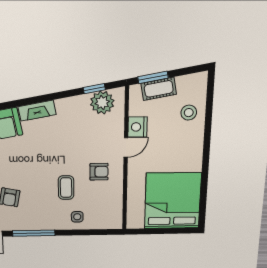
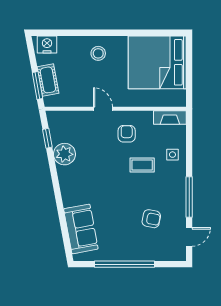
plant: (102, 103) -> (64, 154), moved
fireplace: (37, 111) -> (170, 118), moved, turned 101
stool: (189, 113) -> (98, 53), moved
nightstand: (138, 127) -> (47, 45), moved, turned 180

